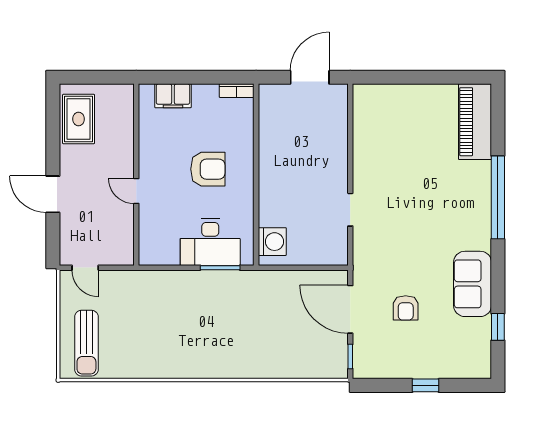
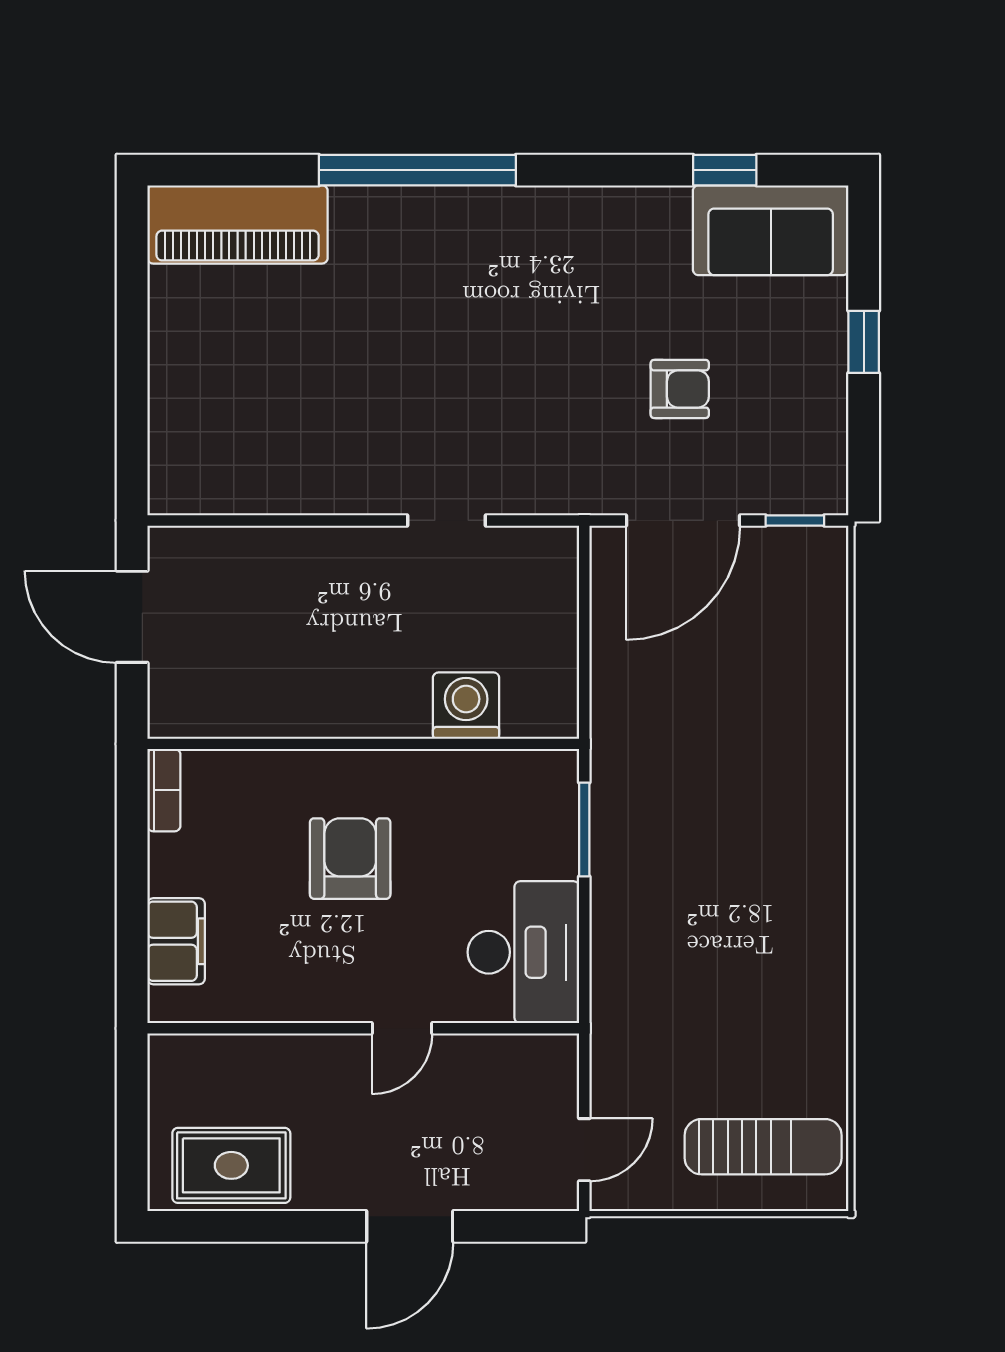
desk: (210, 242) -> (523, 952), moved
washing machine: (272, 242) -> (466, 706), moved
sofa: (473, 284) -> (771, 230), moved

